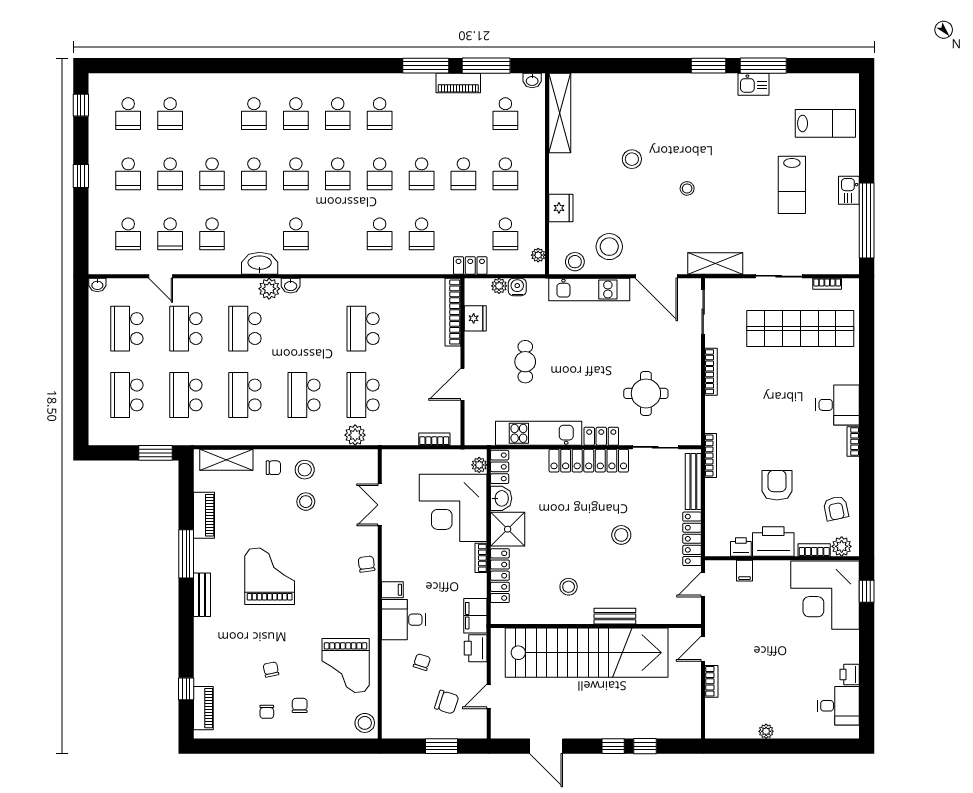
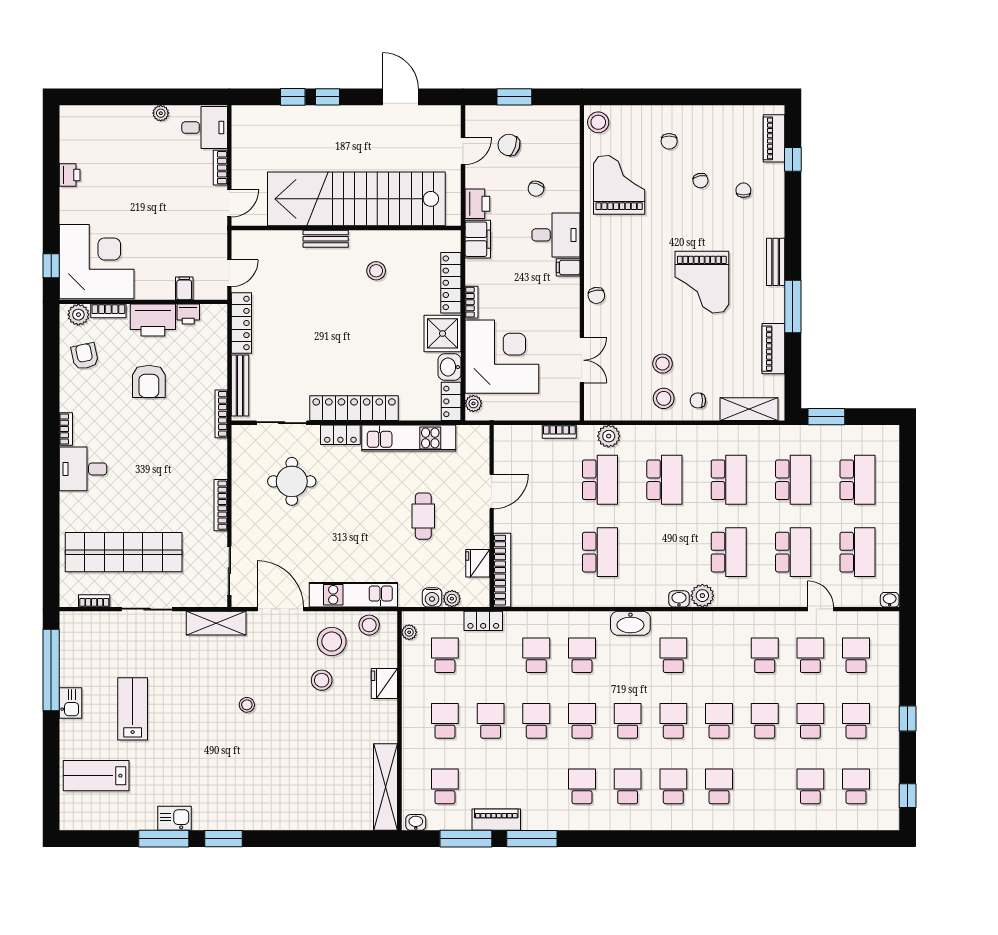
stool: (632, 159) -> (322, 680), moved
washbasin: (260, 263) -> (630, 623), moved
bookcase: (434, 439) -> (559, 432), moved
stool: (621, 535) -> (319, 327), removed
desk: (838, 706) -> (205, 128), moved, turned 180
chair: (267, 712) -> (743, 190), moved

